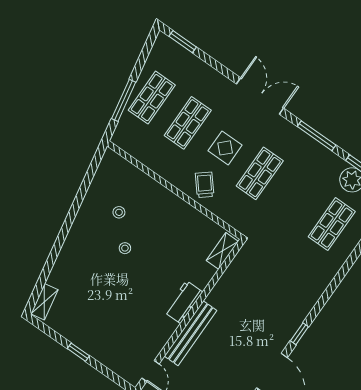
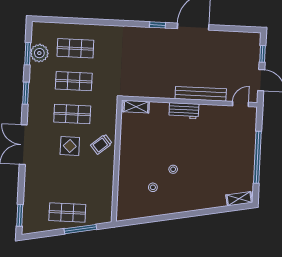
shop shelf: (188, 123) -> (74, 81), moved
window: (317, 136) -> (26, 93), width x0.69
window: (78, 352) -> (257, 157), width x3.17

